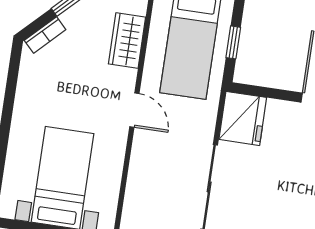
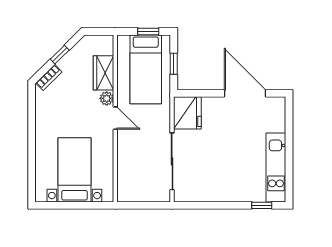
plant: (126, 79) -> (107, 98), added

